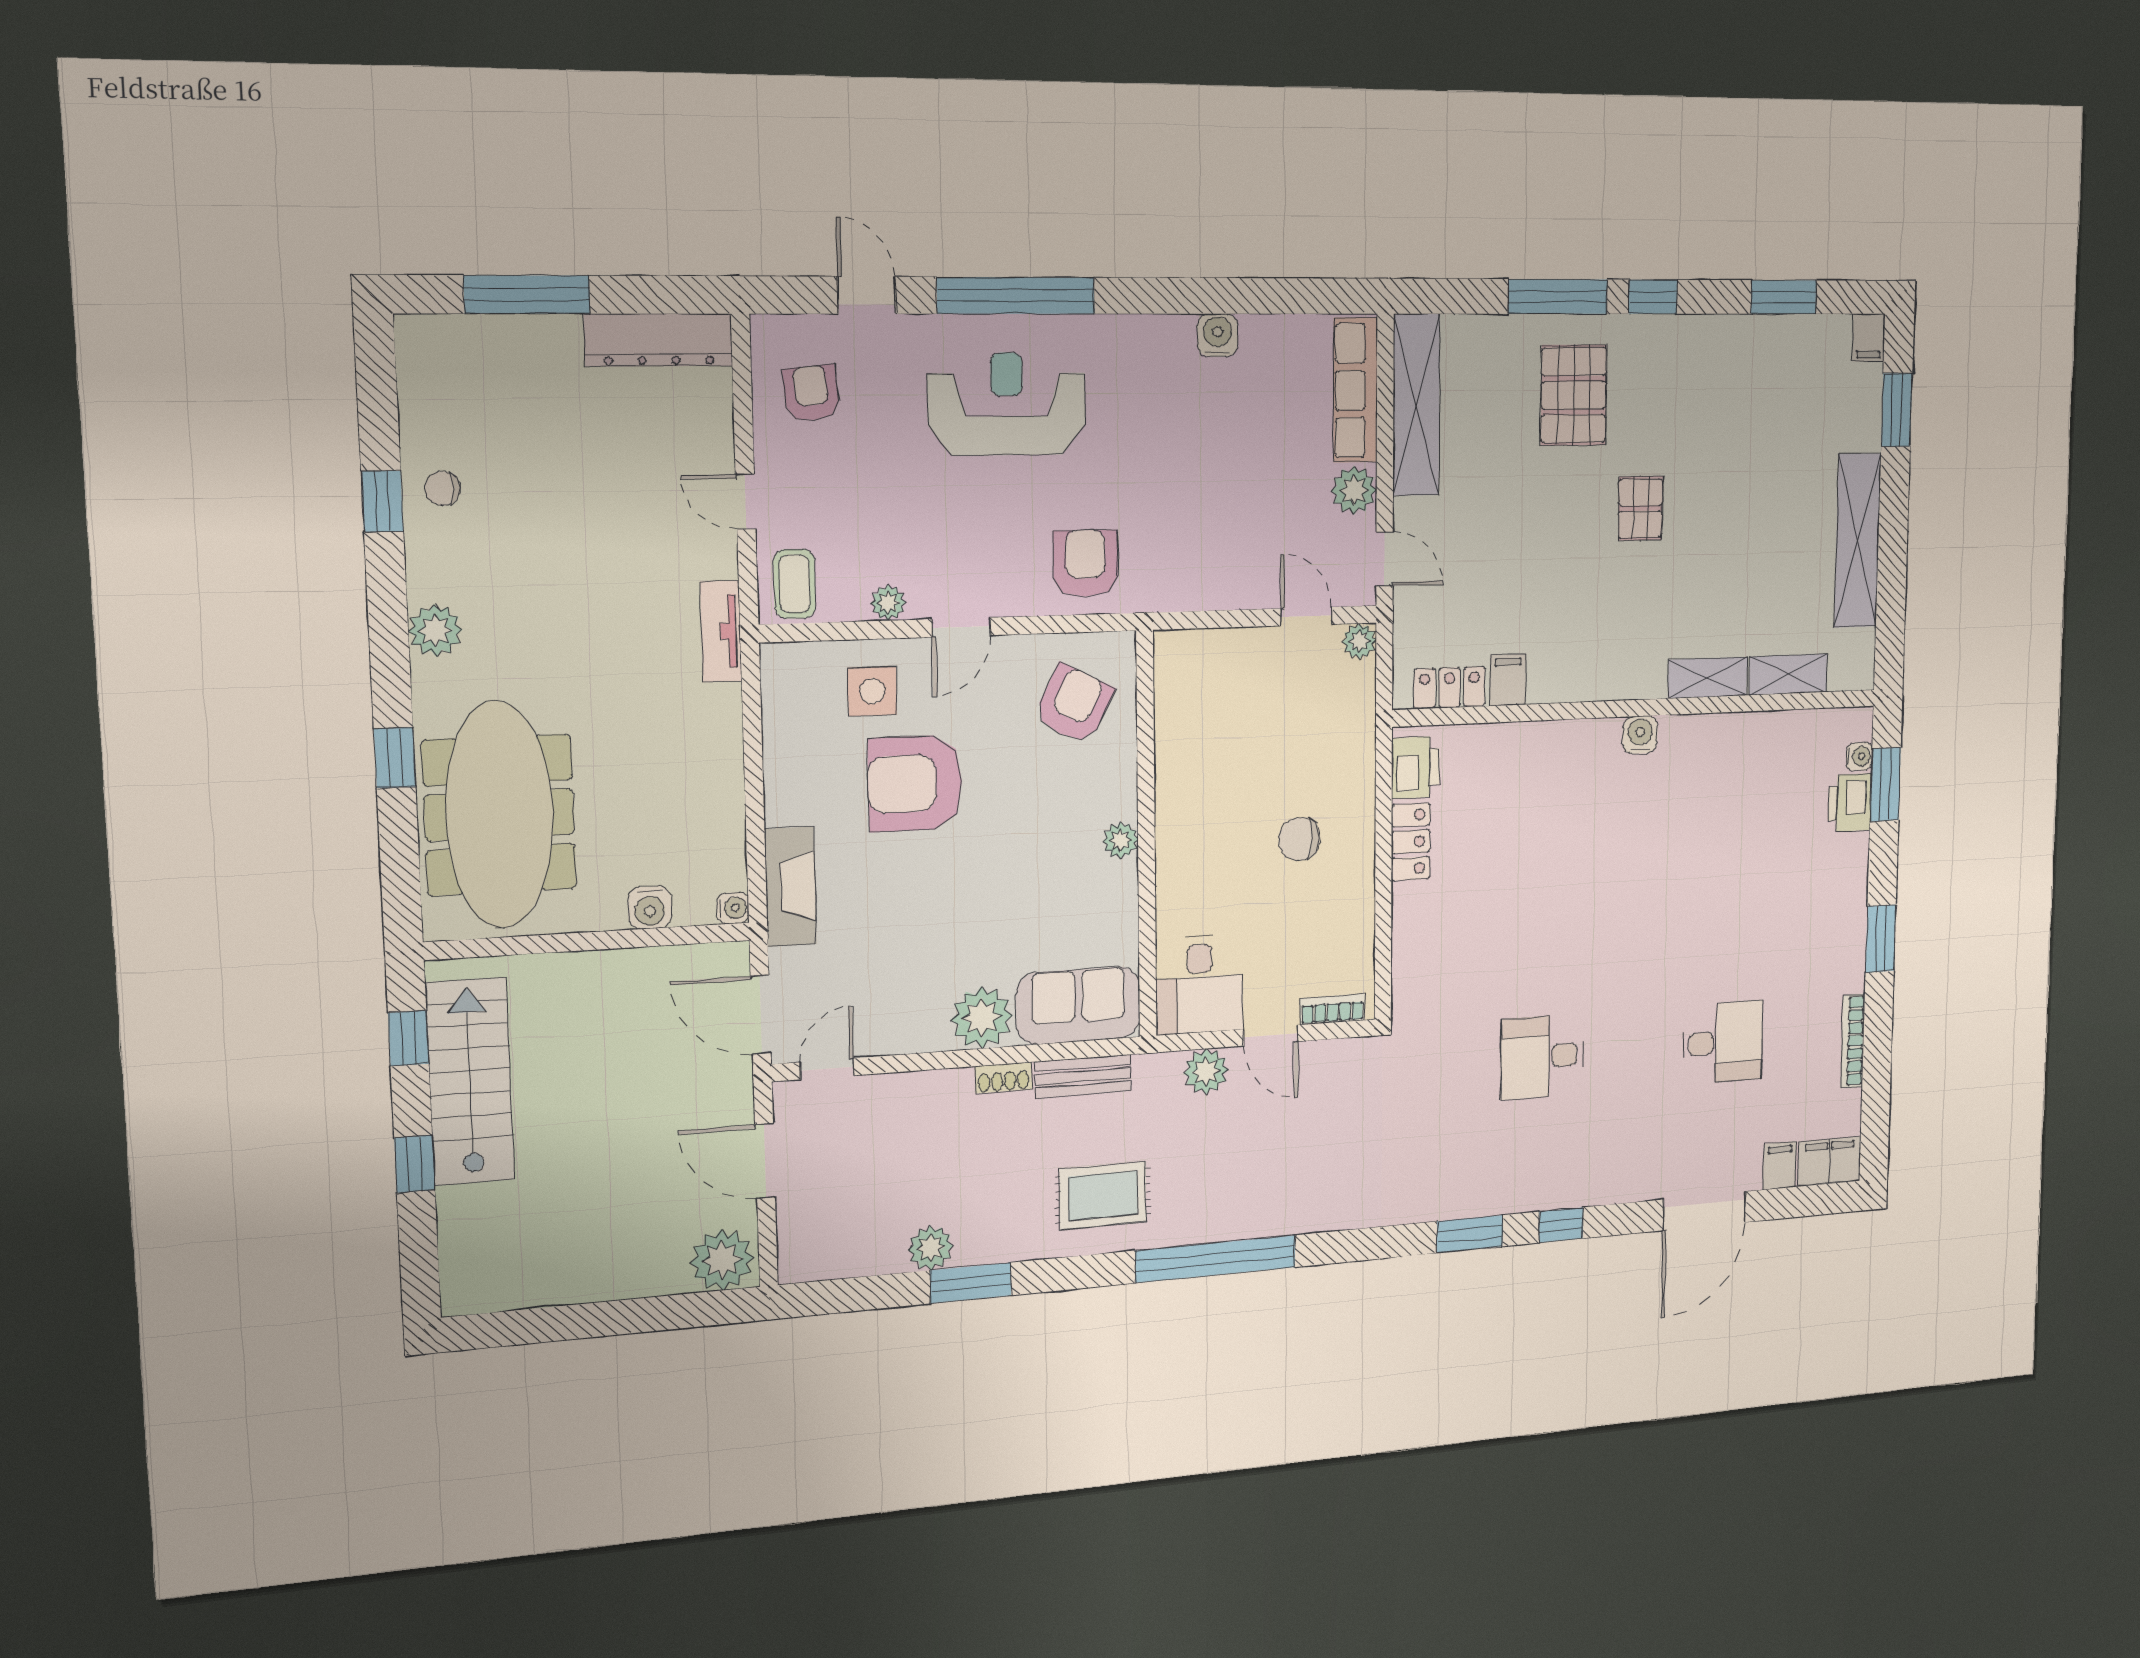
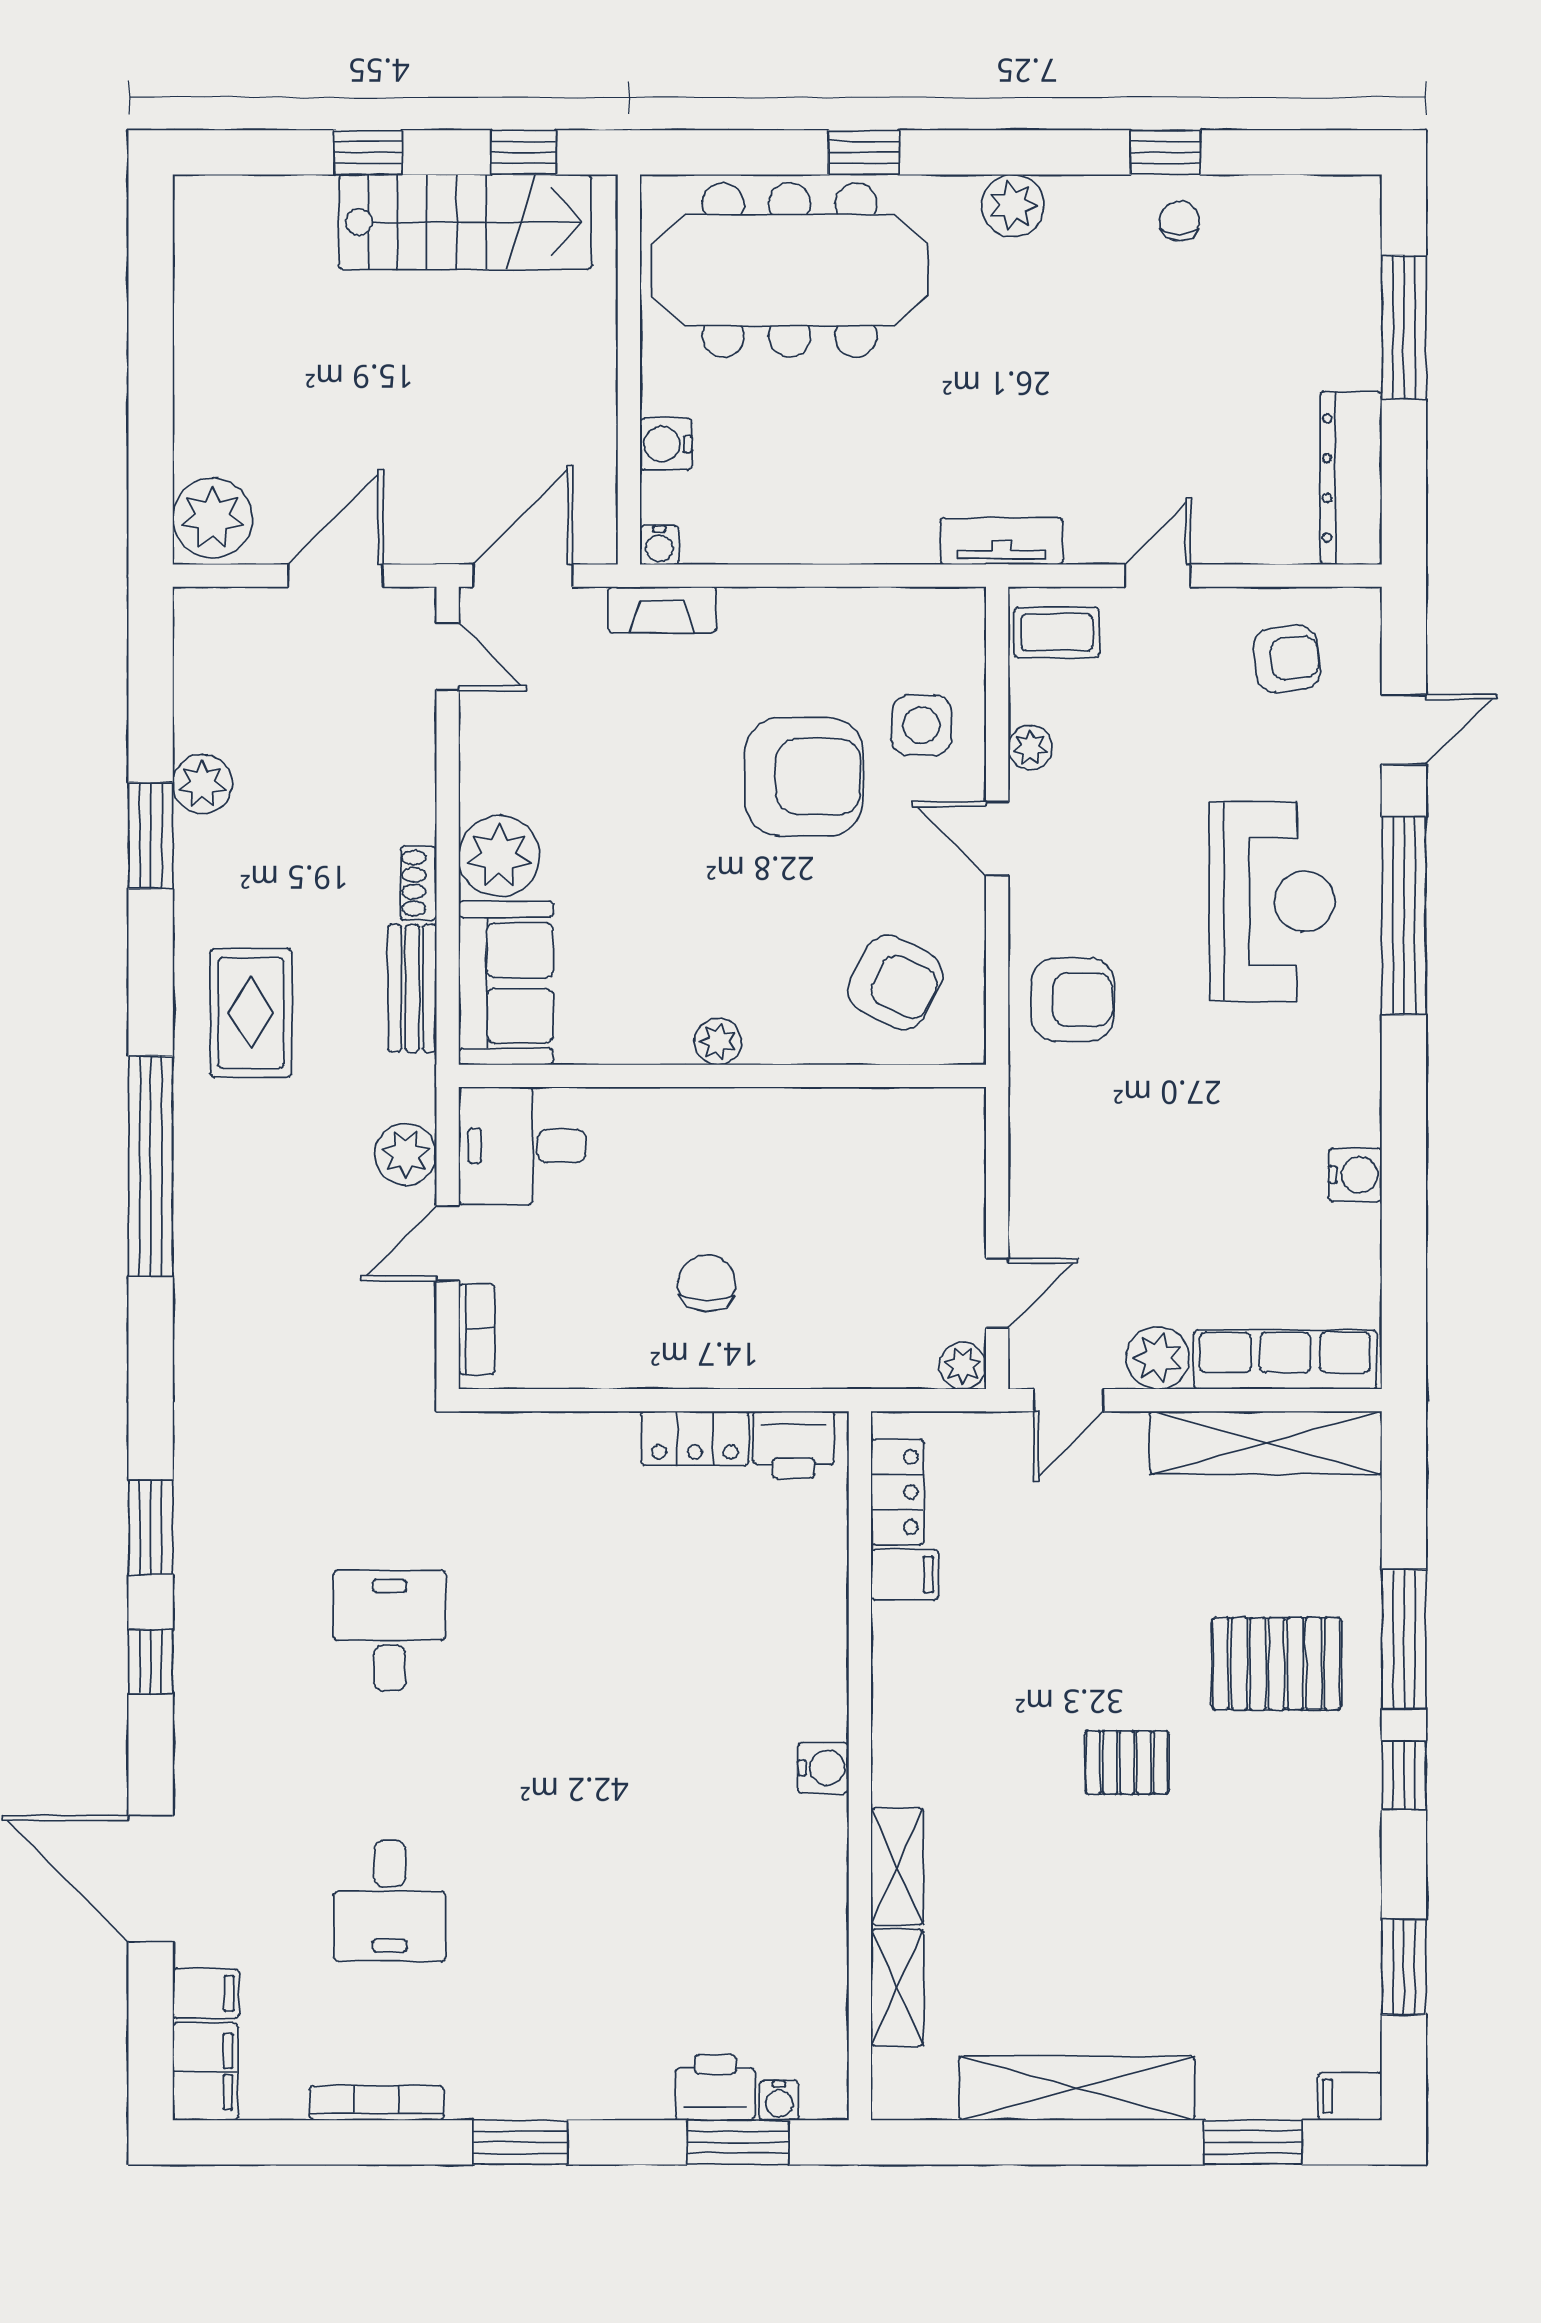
armchair: (915, 783) -> (804, 777), turned 90
fireplace: (791, 887) -> (662, 610), width x0.73, depth x0.76

